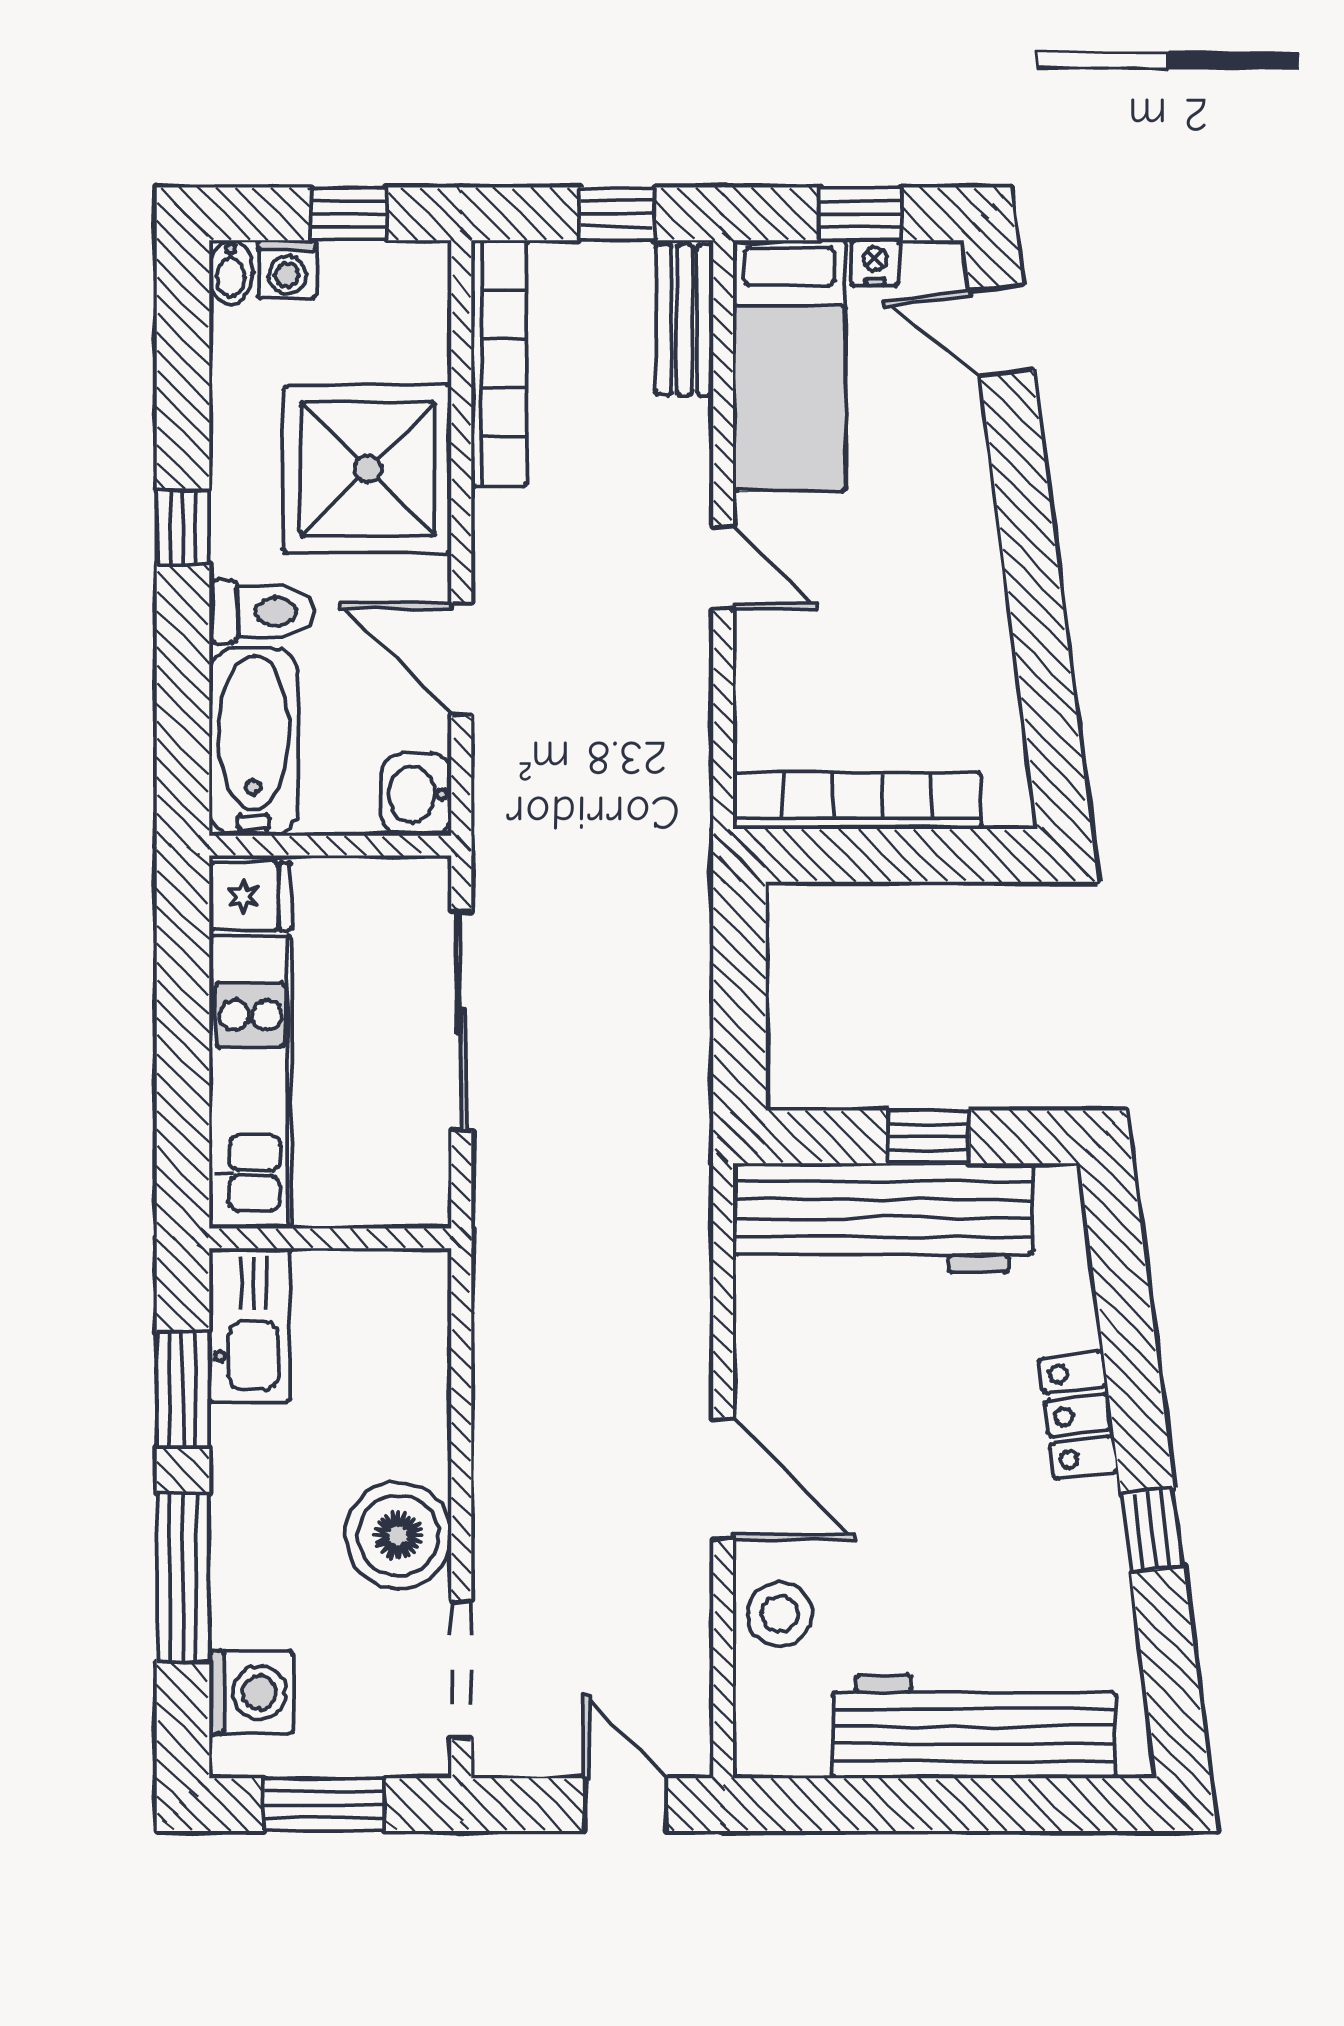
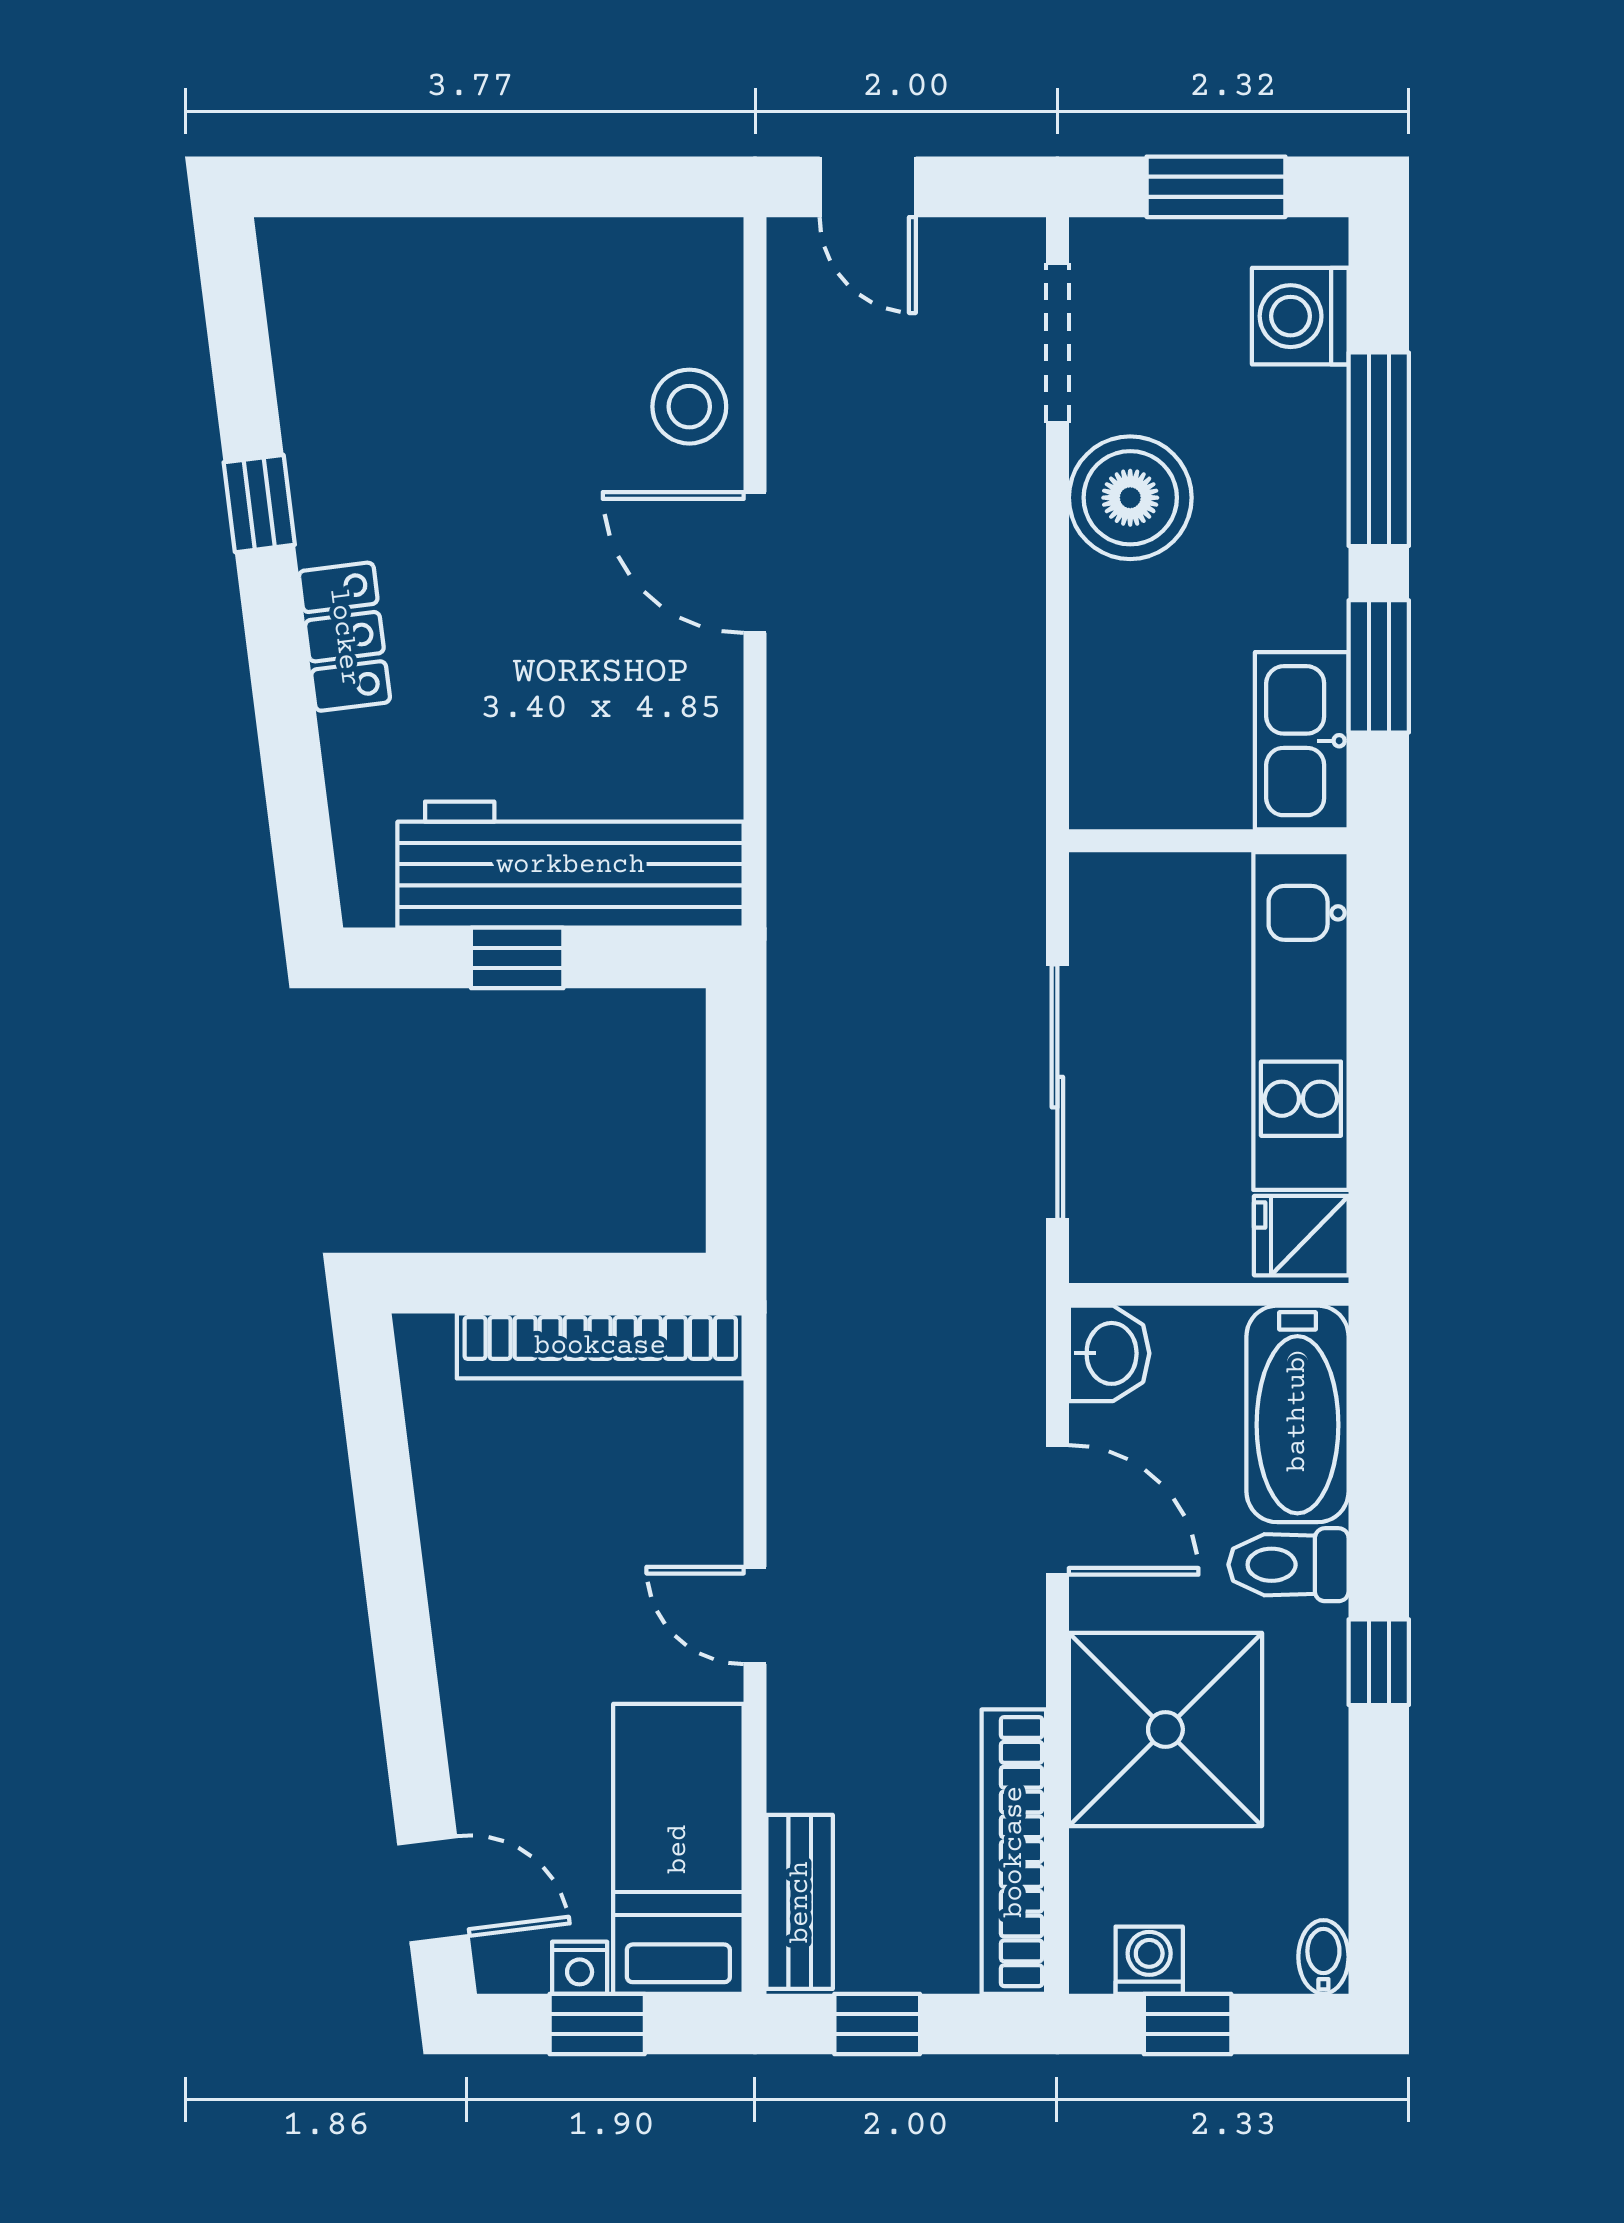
washing machine: (287, 269) -> (1149, 1960), moved
workbench: (974, 1727) -> (465, 277), removed

